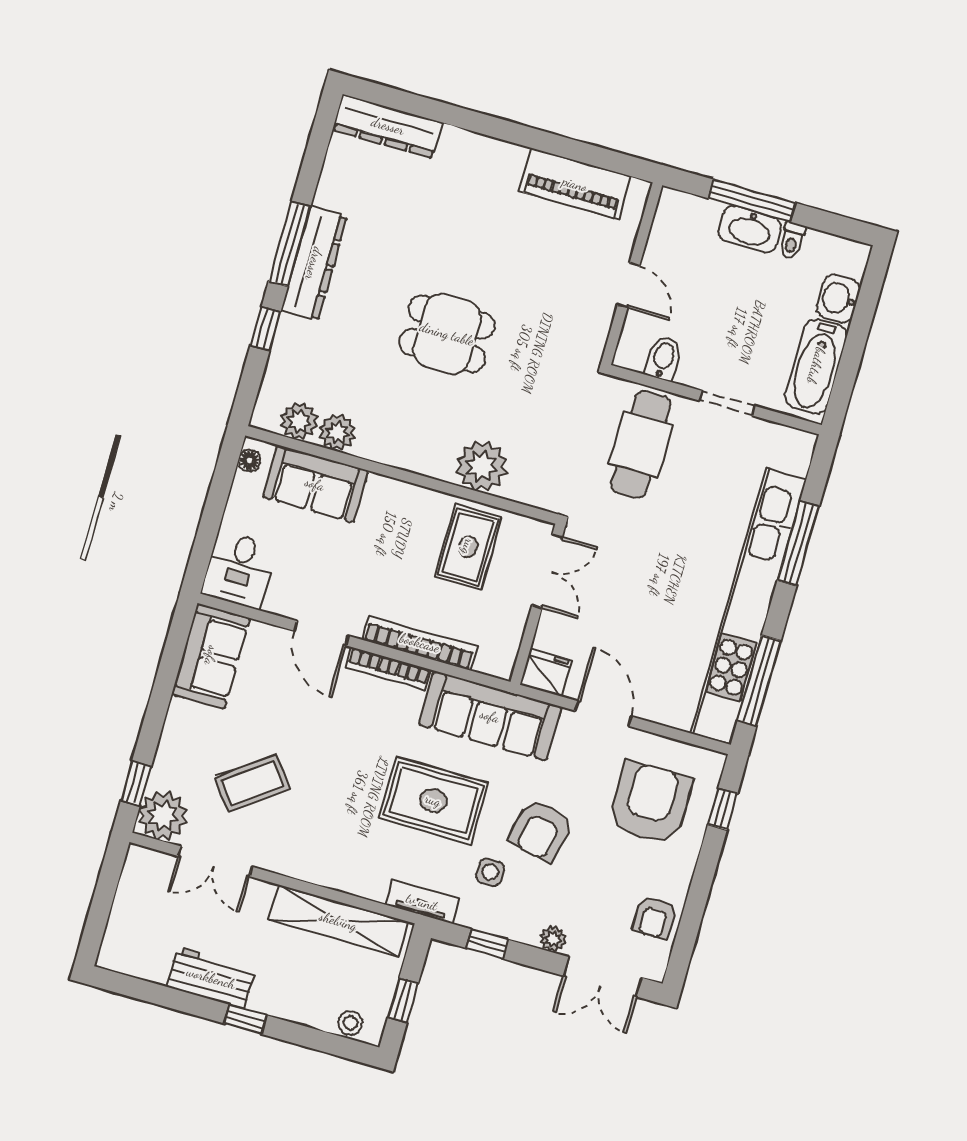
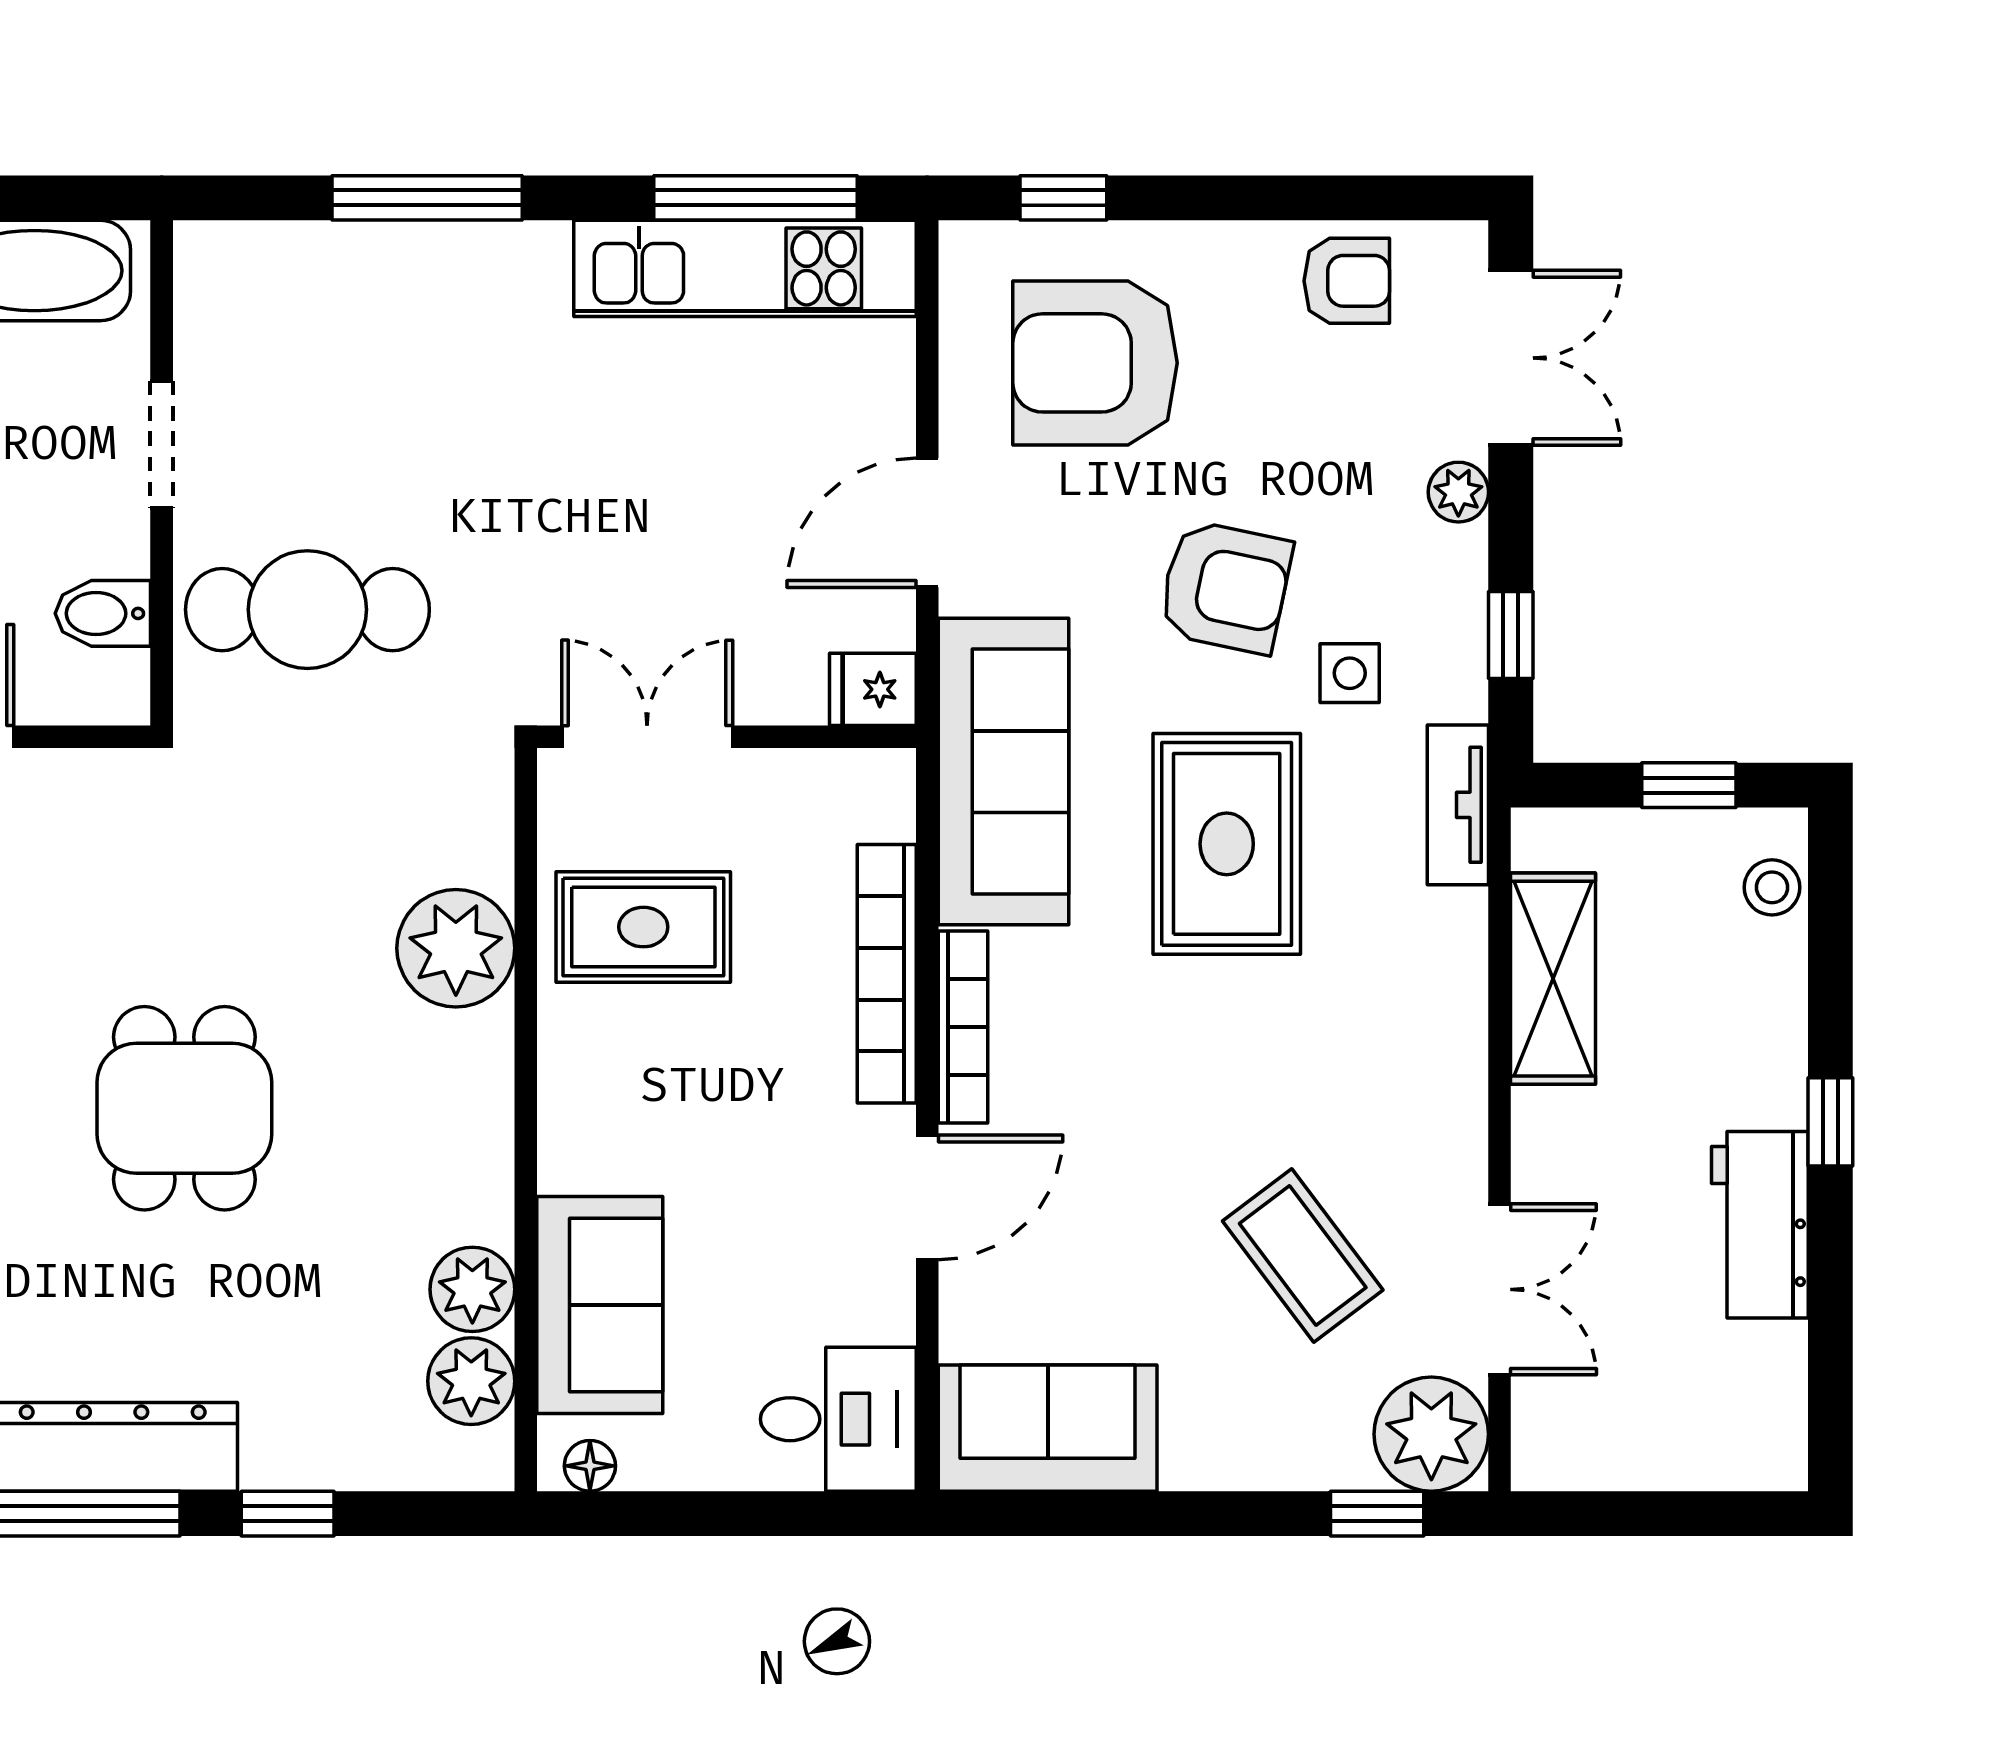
kitchen unit: (748, 606) -> (745, 268), width x0.54
fridge: (546, 673) -> (873, 689), width x0.72
shelving: (338, 921) -> (1553, 979), width x0.68

